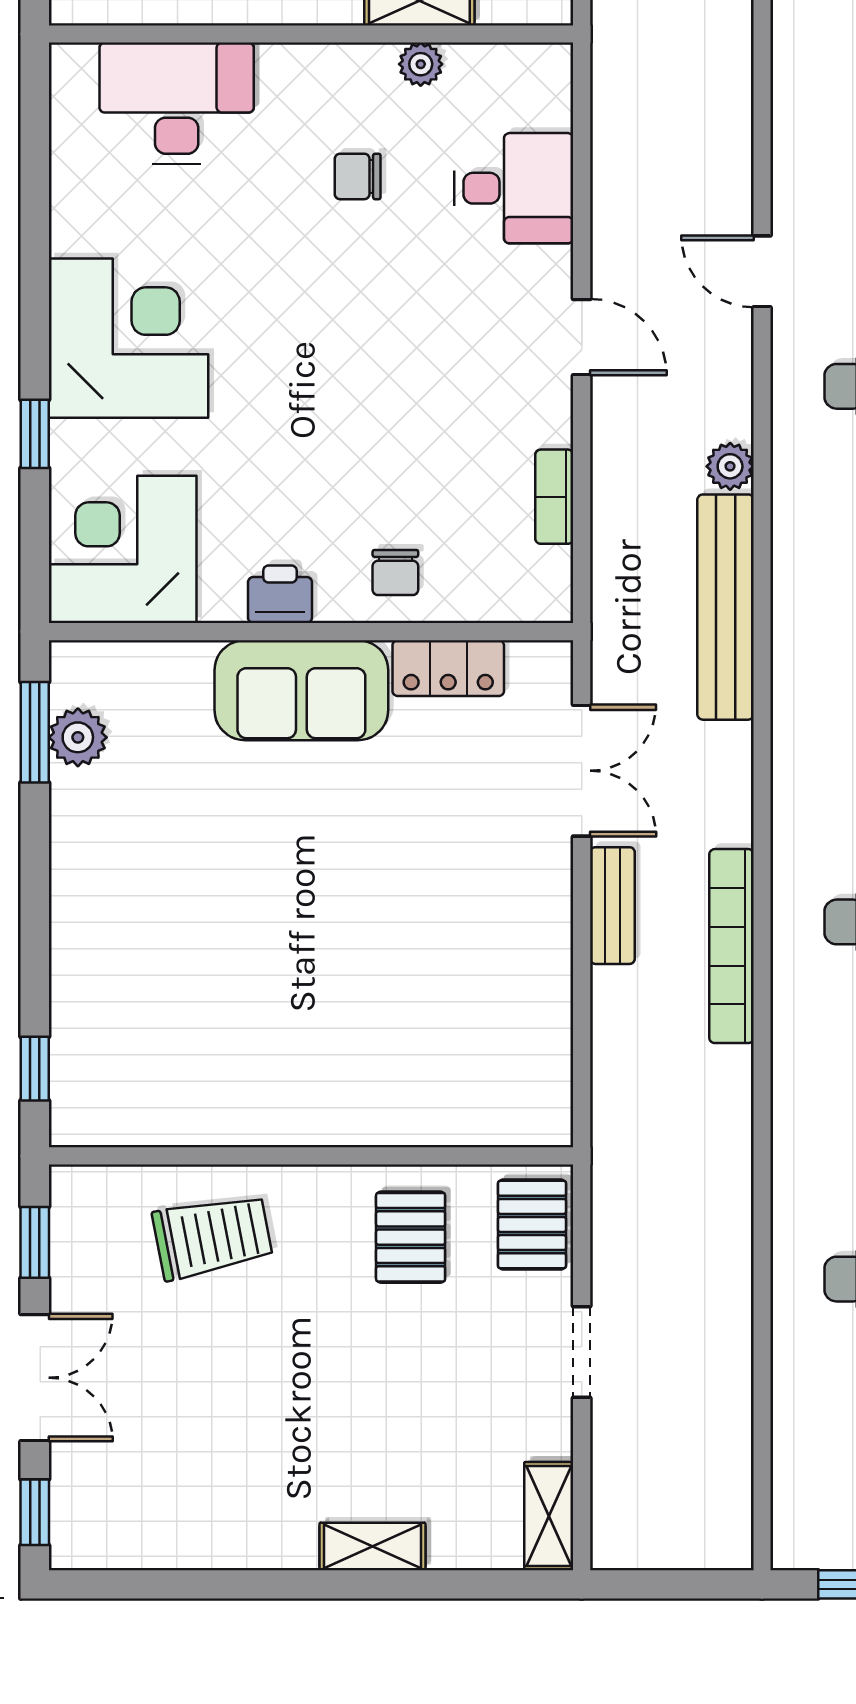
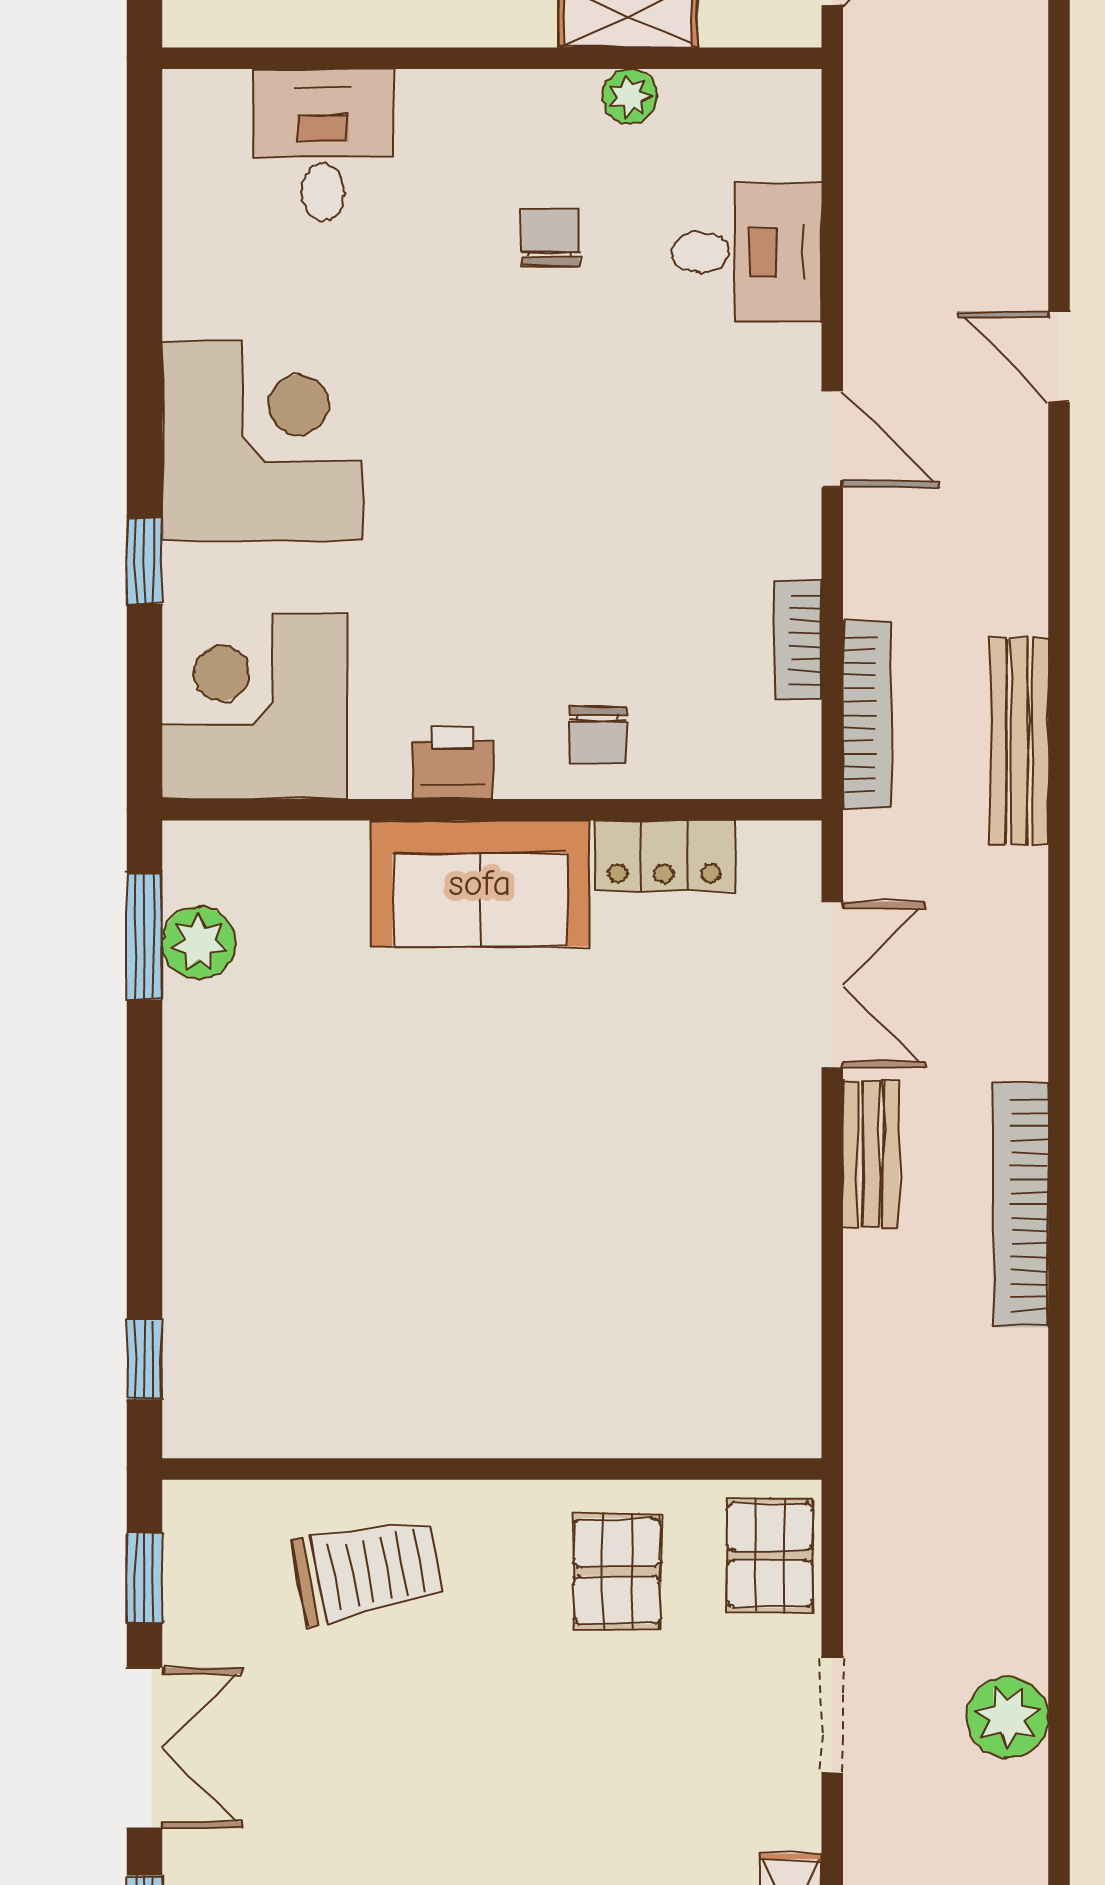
desk: (177, 103) -> (323, 145), width x0.73
chair: (358, 176) -> (550, 237), turned 90
plant: (730, 466) -> (1008, 1717), moved, width x1.38, depth x1.38
bookcase: (609, 556) -> (867, 714), added
bench: (726, 607) -> (1019, 741), width x0.73, depth x0.82

